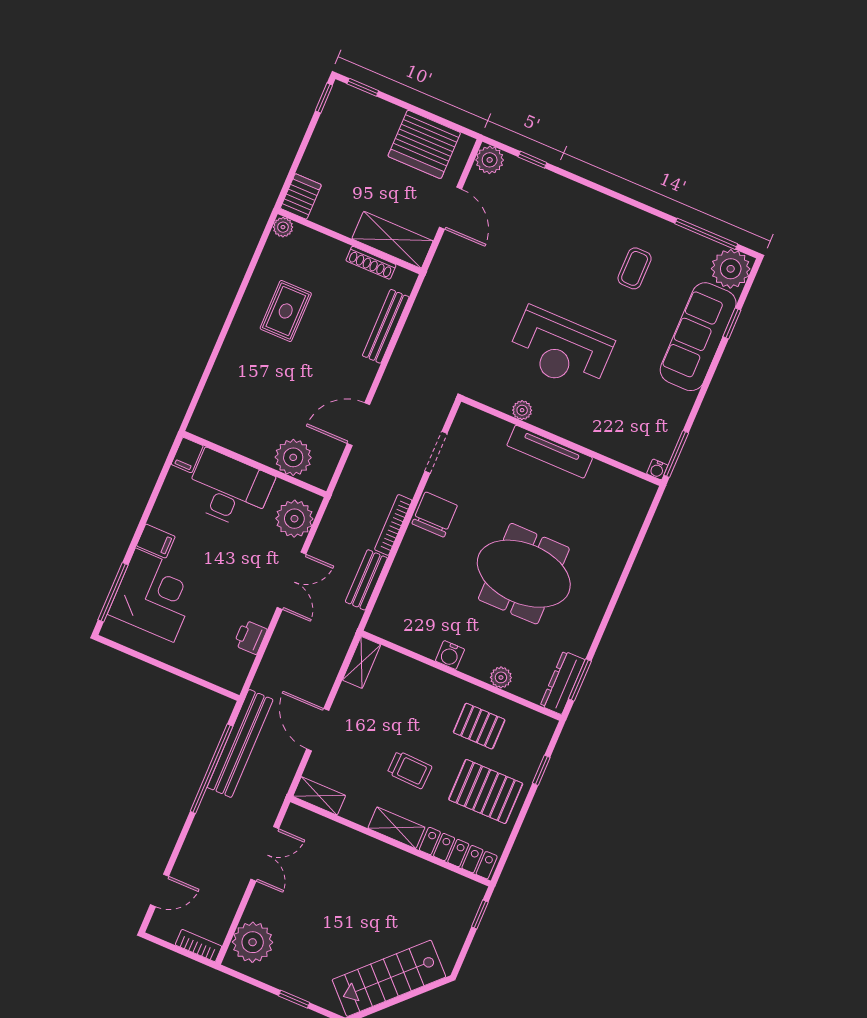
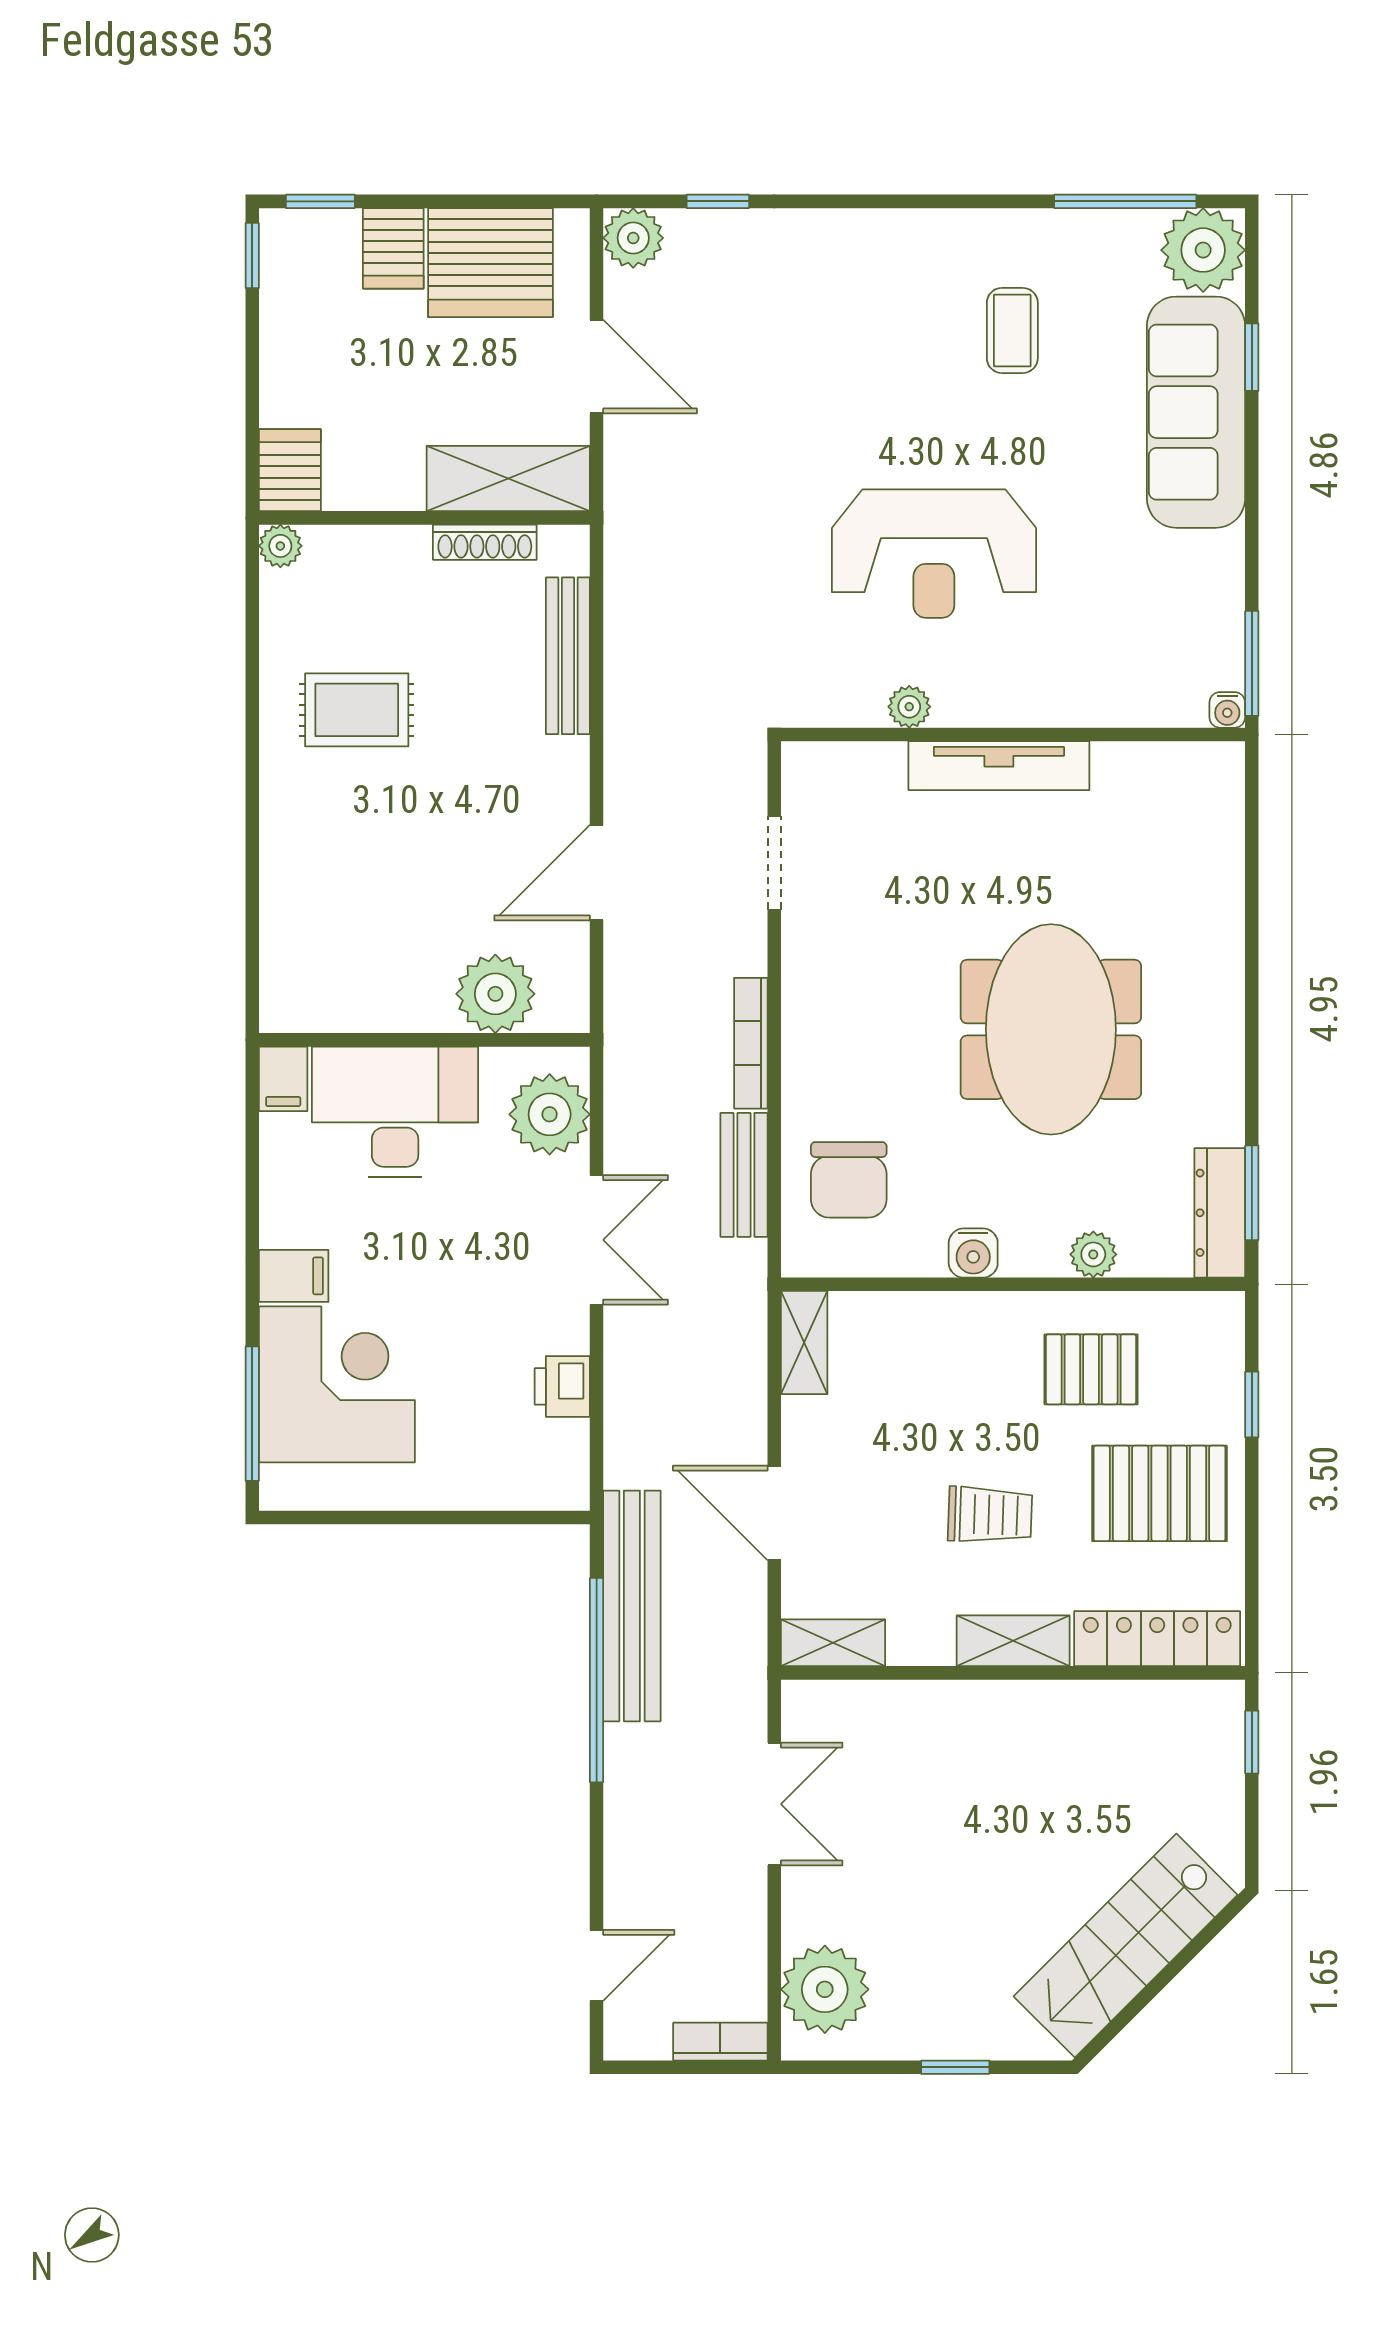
server rack: (385, 121) -> (393, 248), added
rug: (286, 311) -> (357, 710), turned 90
chair: (435, 515) -> (849, 1180), moved, turned 180
meeting table: (524, 574) -> (1051, 1029), turned 90

